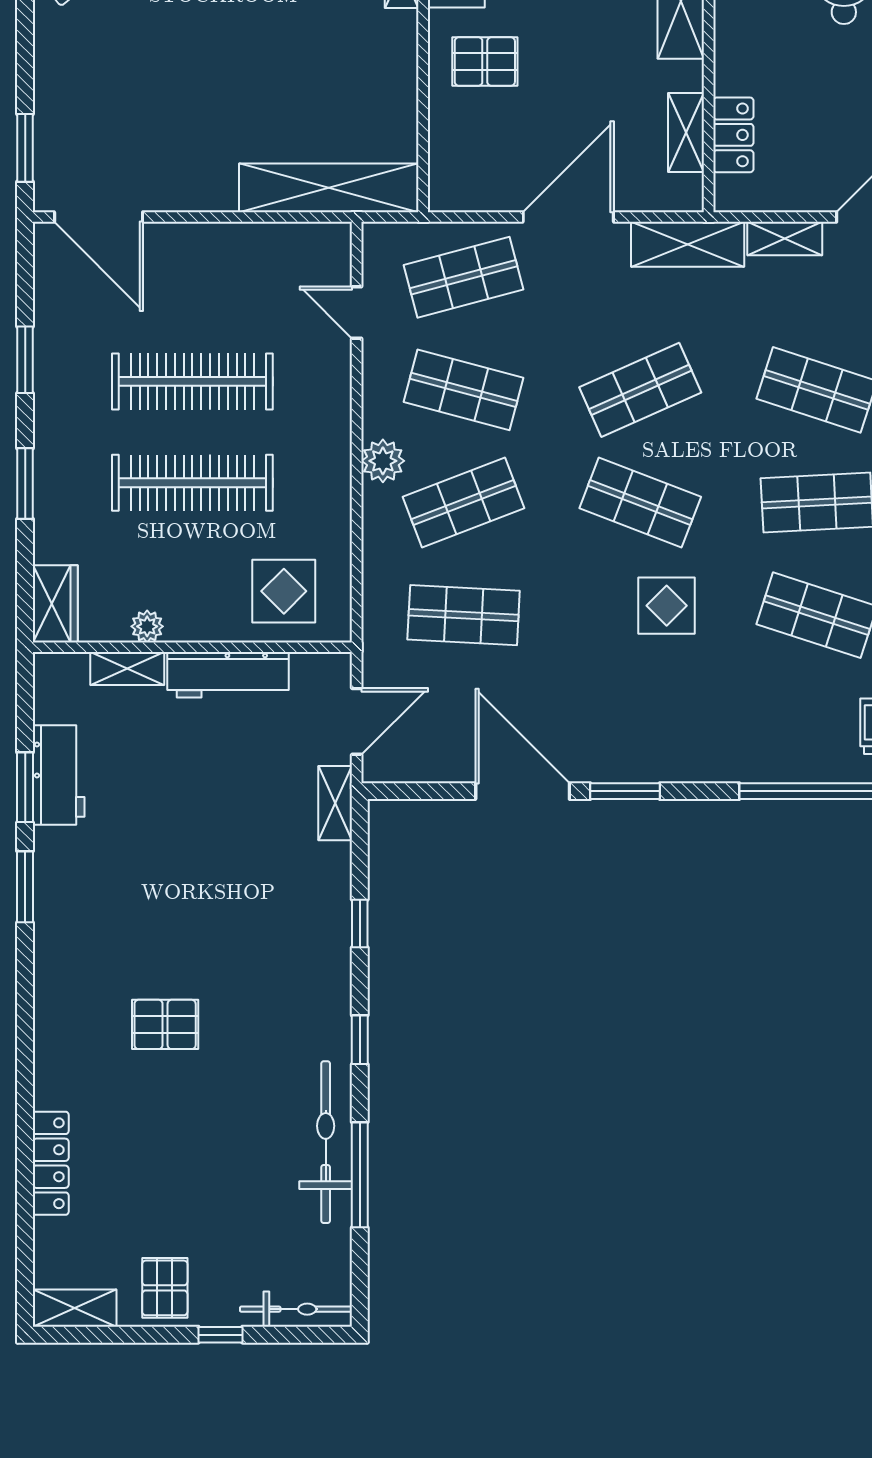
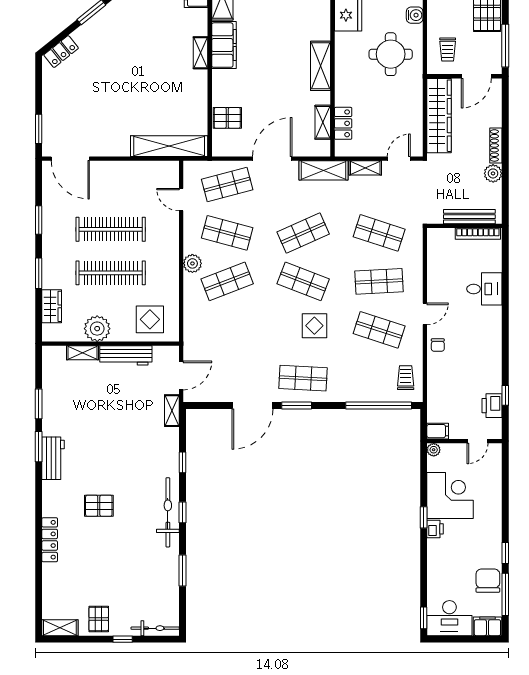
pallet: (485, 62) -> (227, 118), moved
wardrobe: (55, 604) -> (52, 306), moved
shop shelf: (464, 615) -> (303, 378), moved
plant: (147, 626) -> (97, 329), width x1.87, depth x1.87
workbench: (59, 775) -> (53, 458), moved
door: (523, 791) -> (253, 405), swing flipped
bicycle: (326, 1142) -> (168, 512), moved
locker: (51, 1163) -> (50, 540), moved
window: (360, 1175) -> (183, 570), width x0.69

